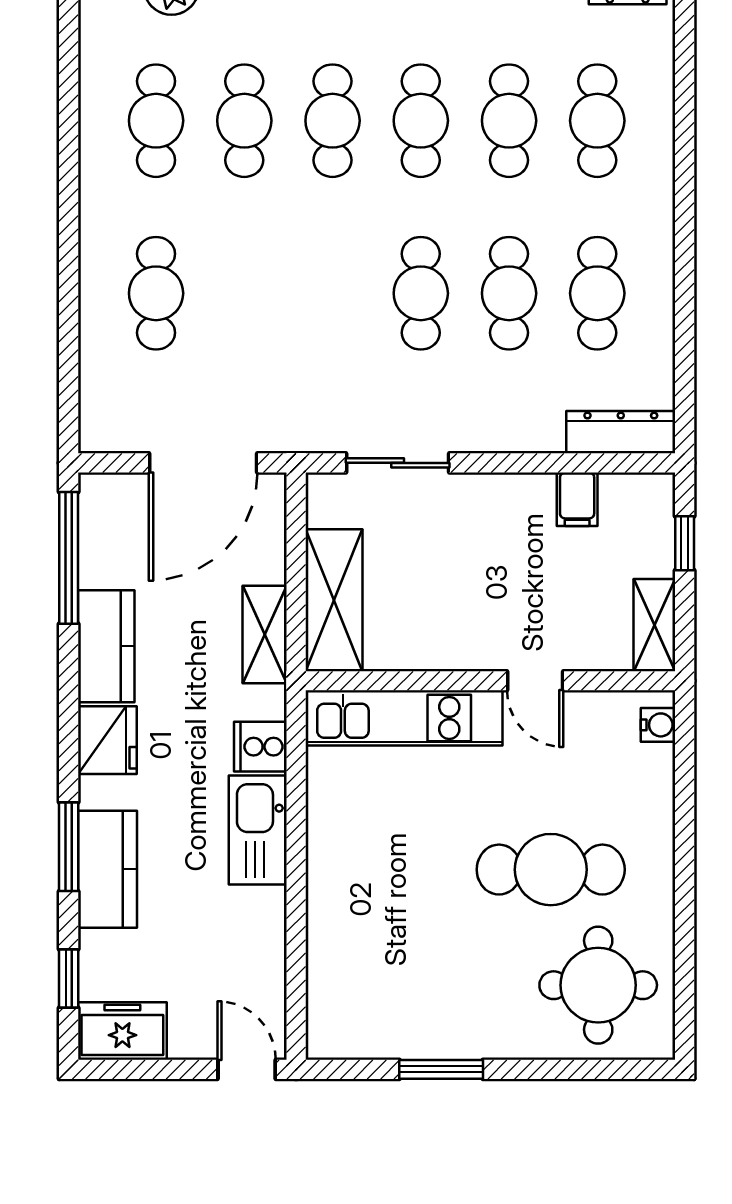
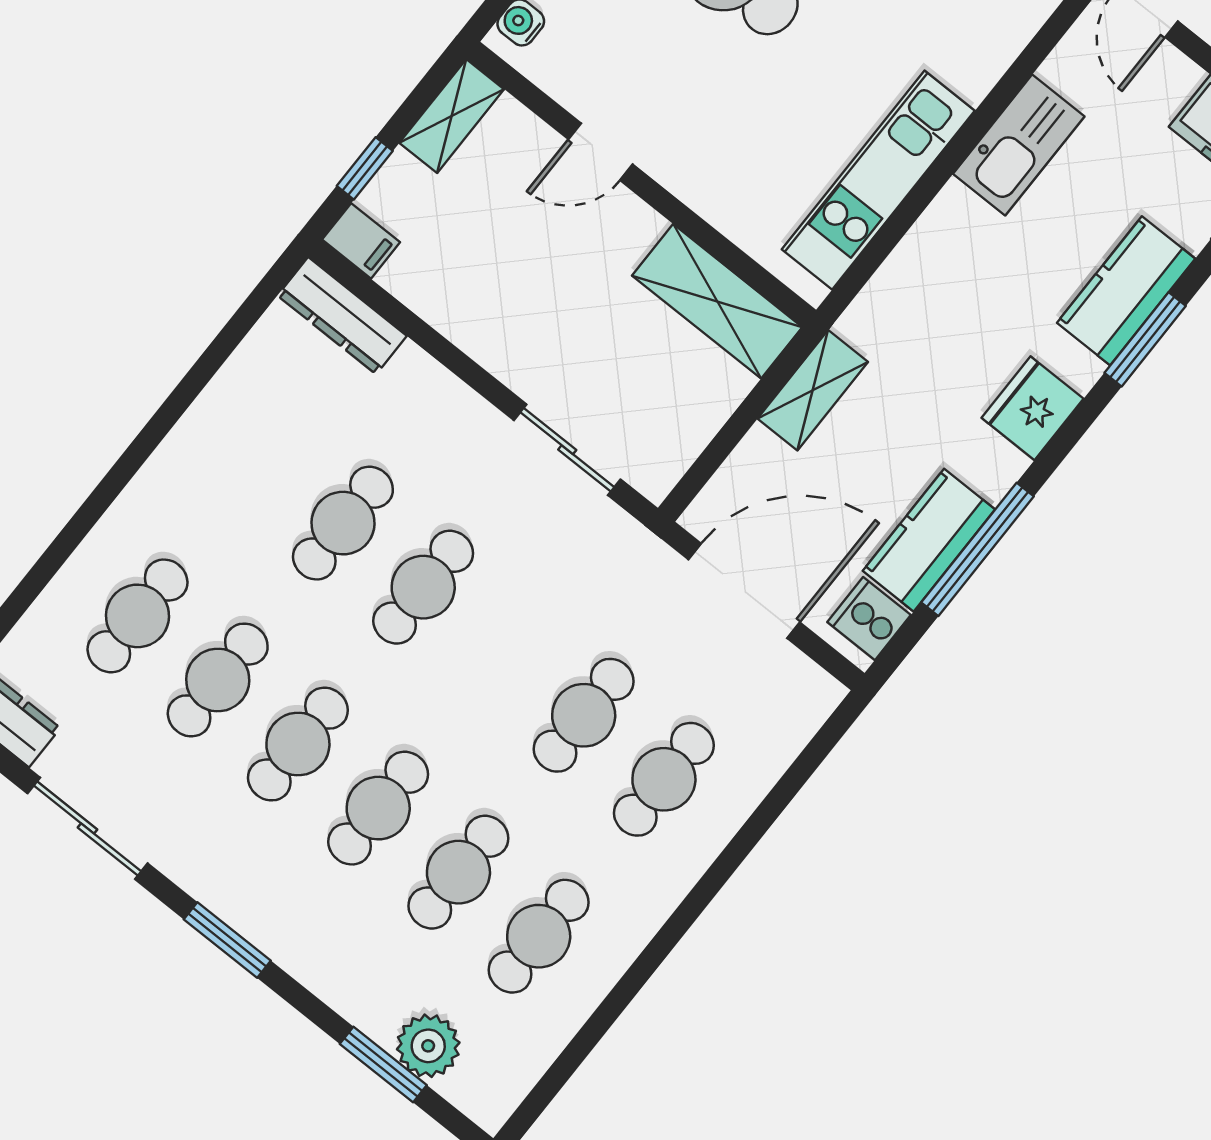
cafe table: (597, 293) -> (584, 715), moved
filing cabinet: (577, 499) -> (361, 241), moved, turned 90
window: (69, 558) -> (977, 549), moved
shelving: (334, 600) -> (717, 301), moved, turned 90
kitchen counter: (106, 646) -> (929, 540), moved
door: (535, 681) -> (600, 152), swing flipped
kitchen unit: (404, 718) -> (878, 180), moved, turned -90
cooker: (260, 747) -> (869, 619), moved, turned 180
kitchen sink: (258, 830) -> (1019, 145), moved

